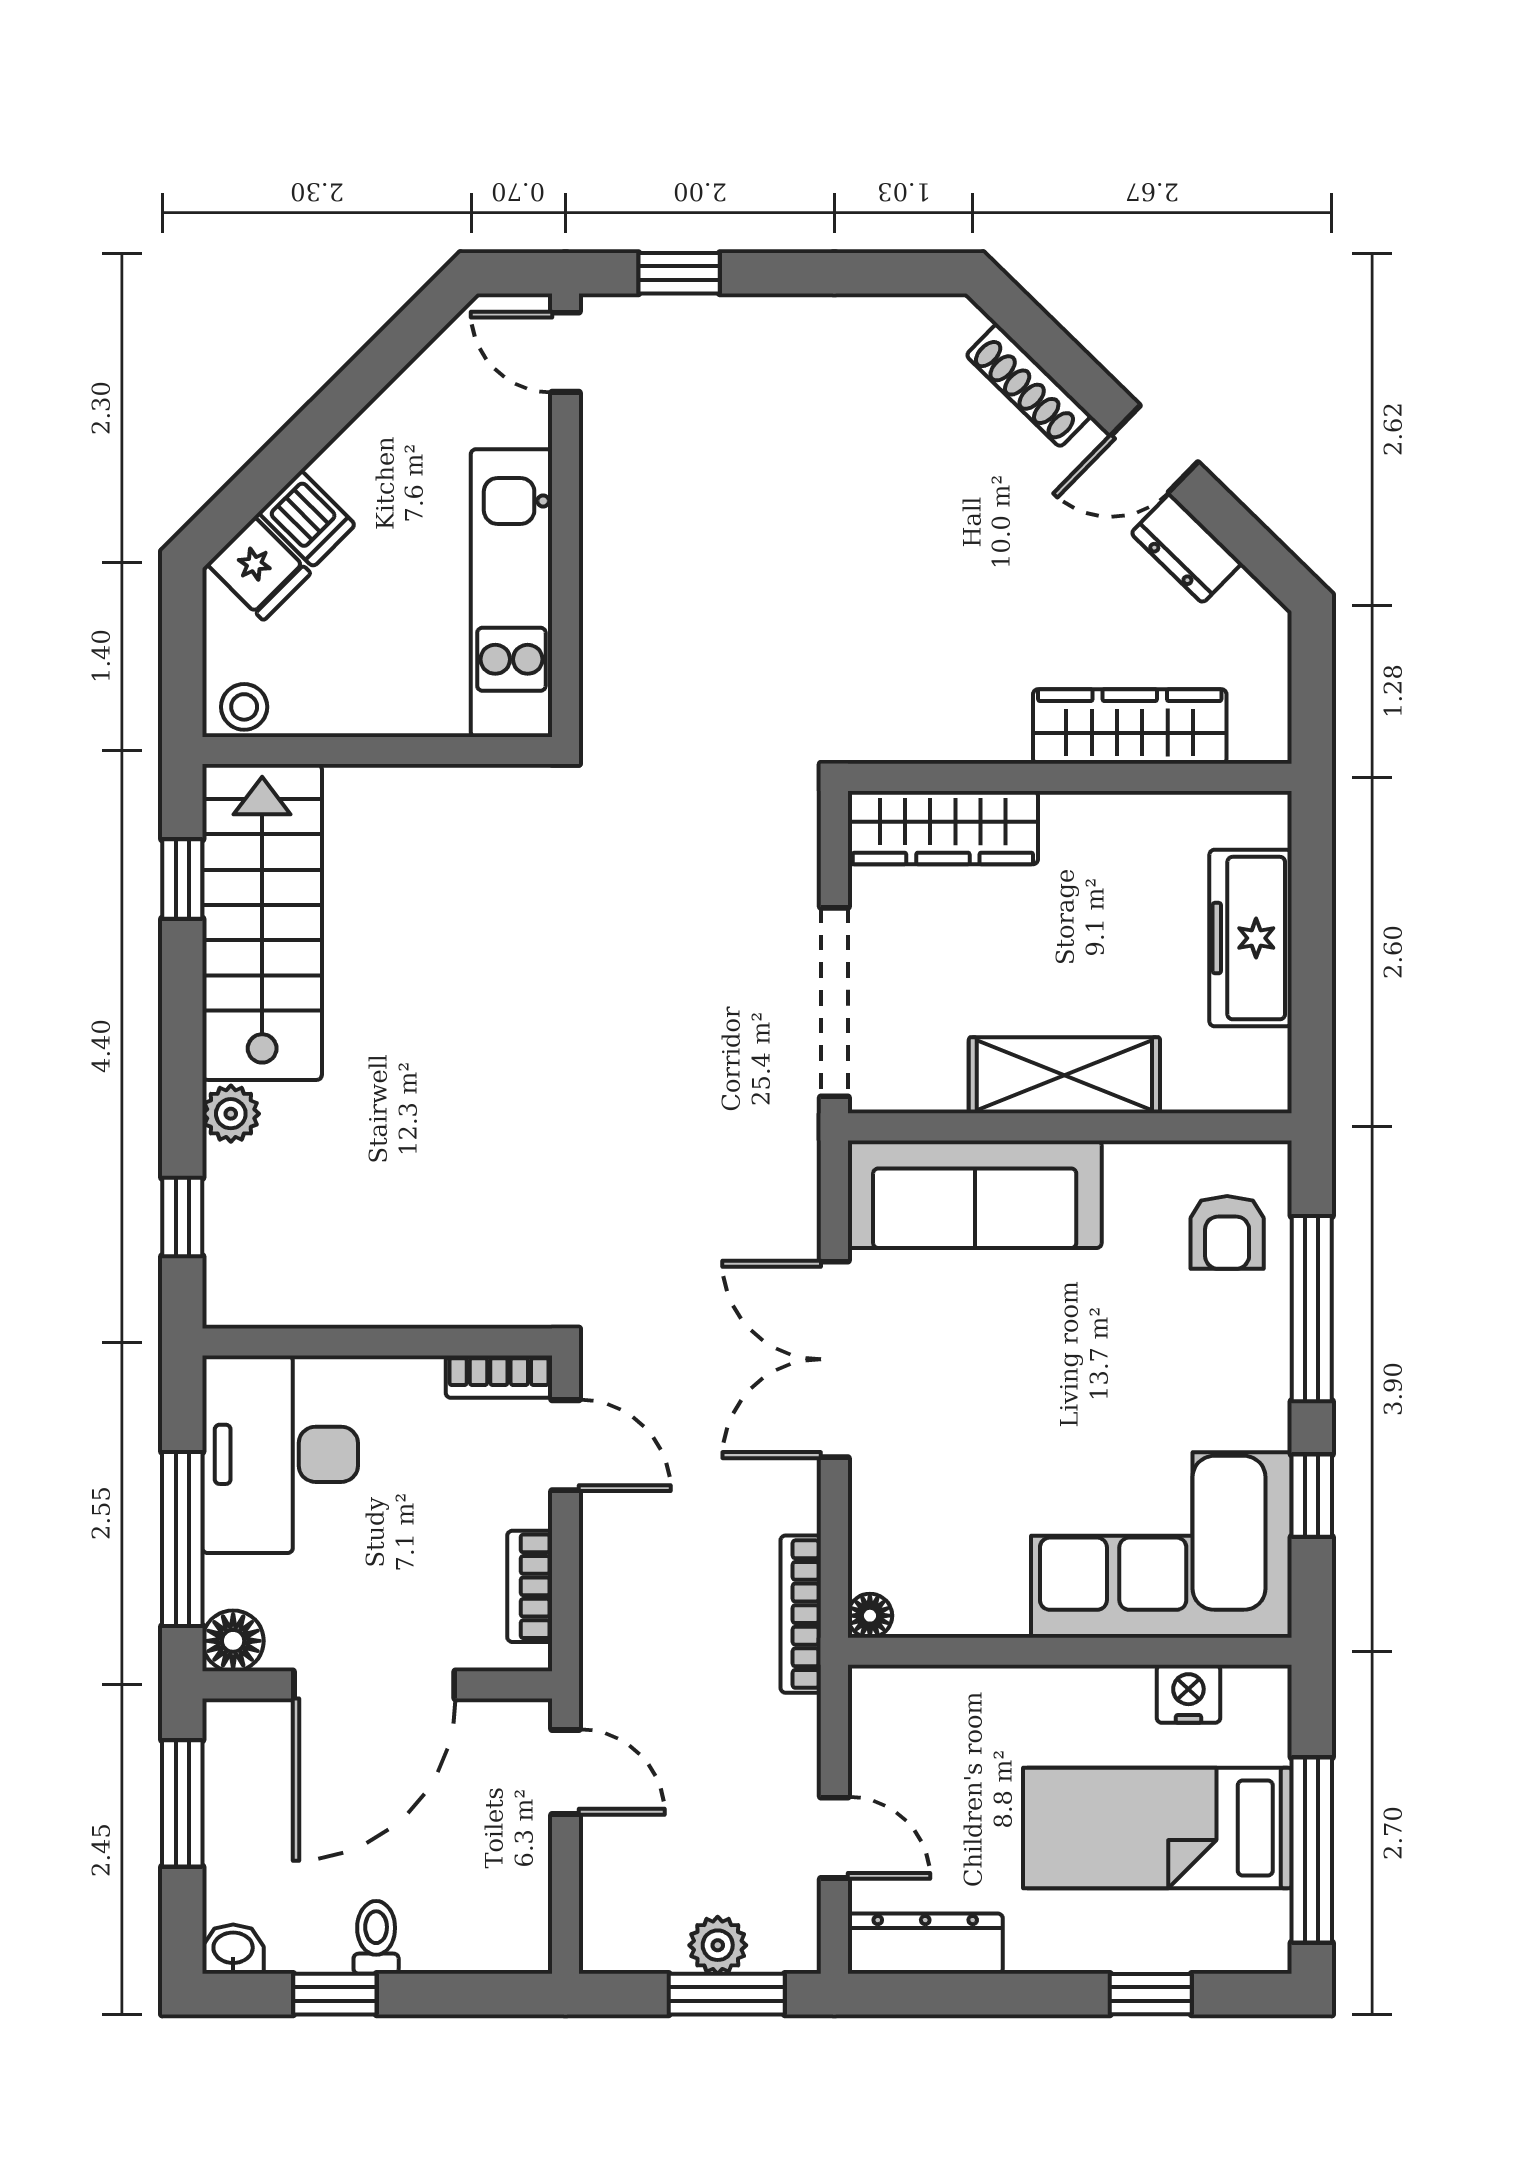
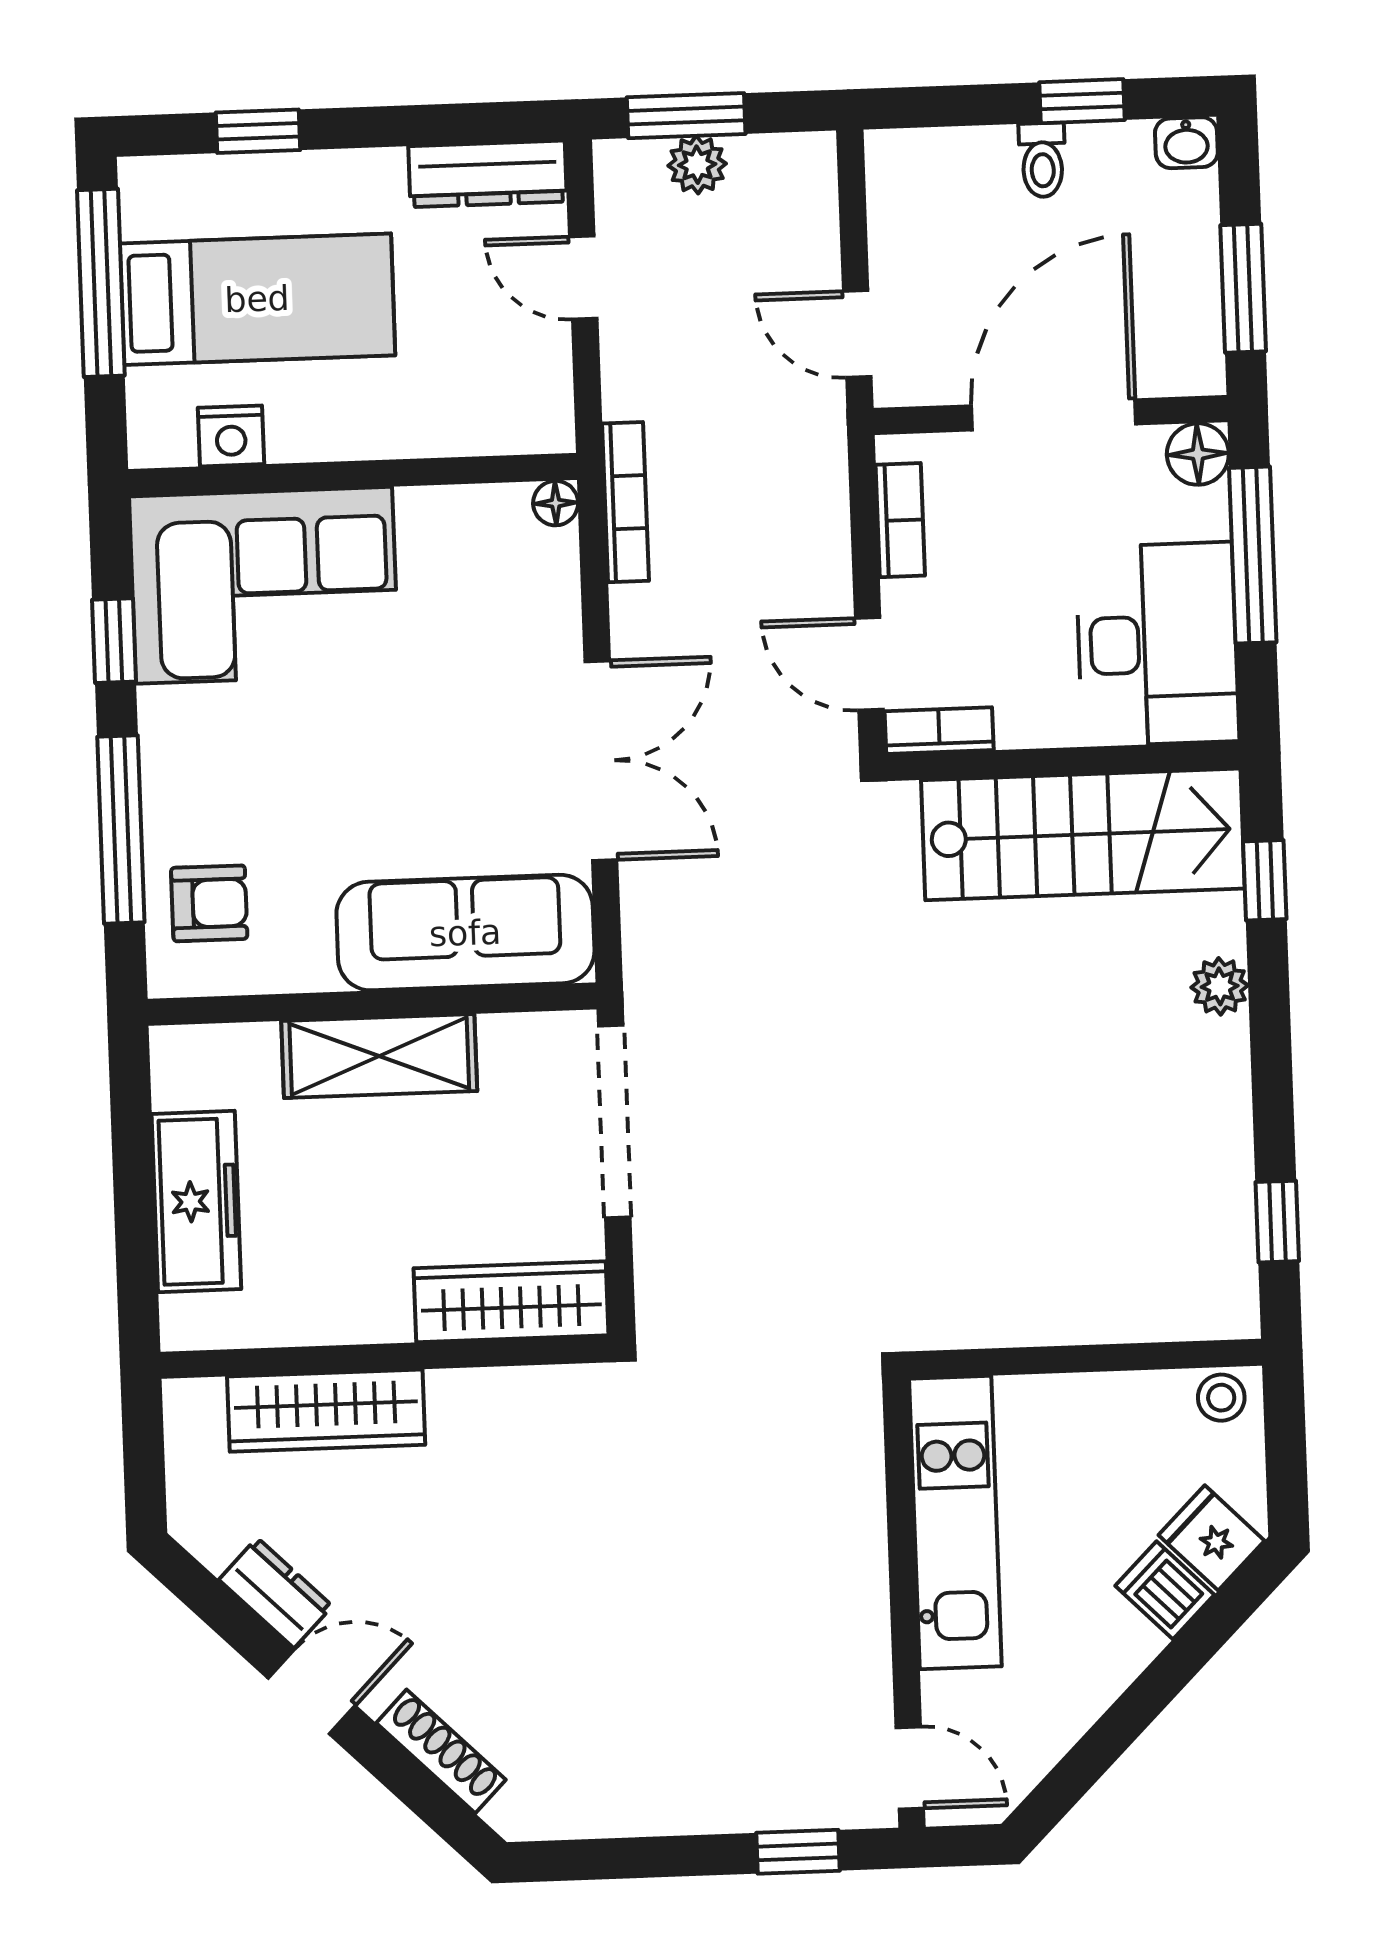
stairs: (262, 922) -> (1083, 834), moved, turned -90
armchair: (1227, 1232) -> (209, 903), turned 90

